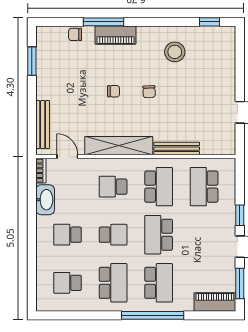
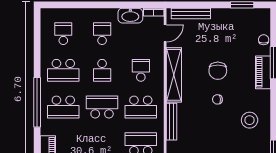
chair: (114, 91) -> (218, 71), width x1.87, depth x1.87

